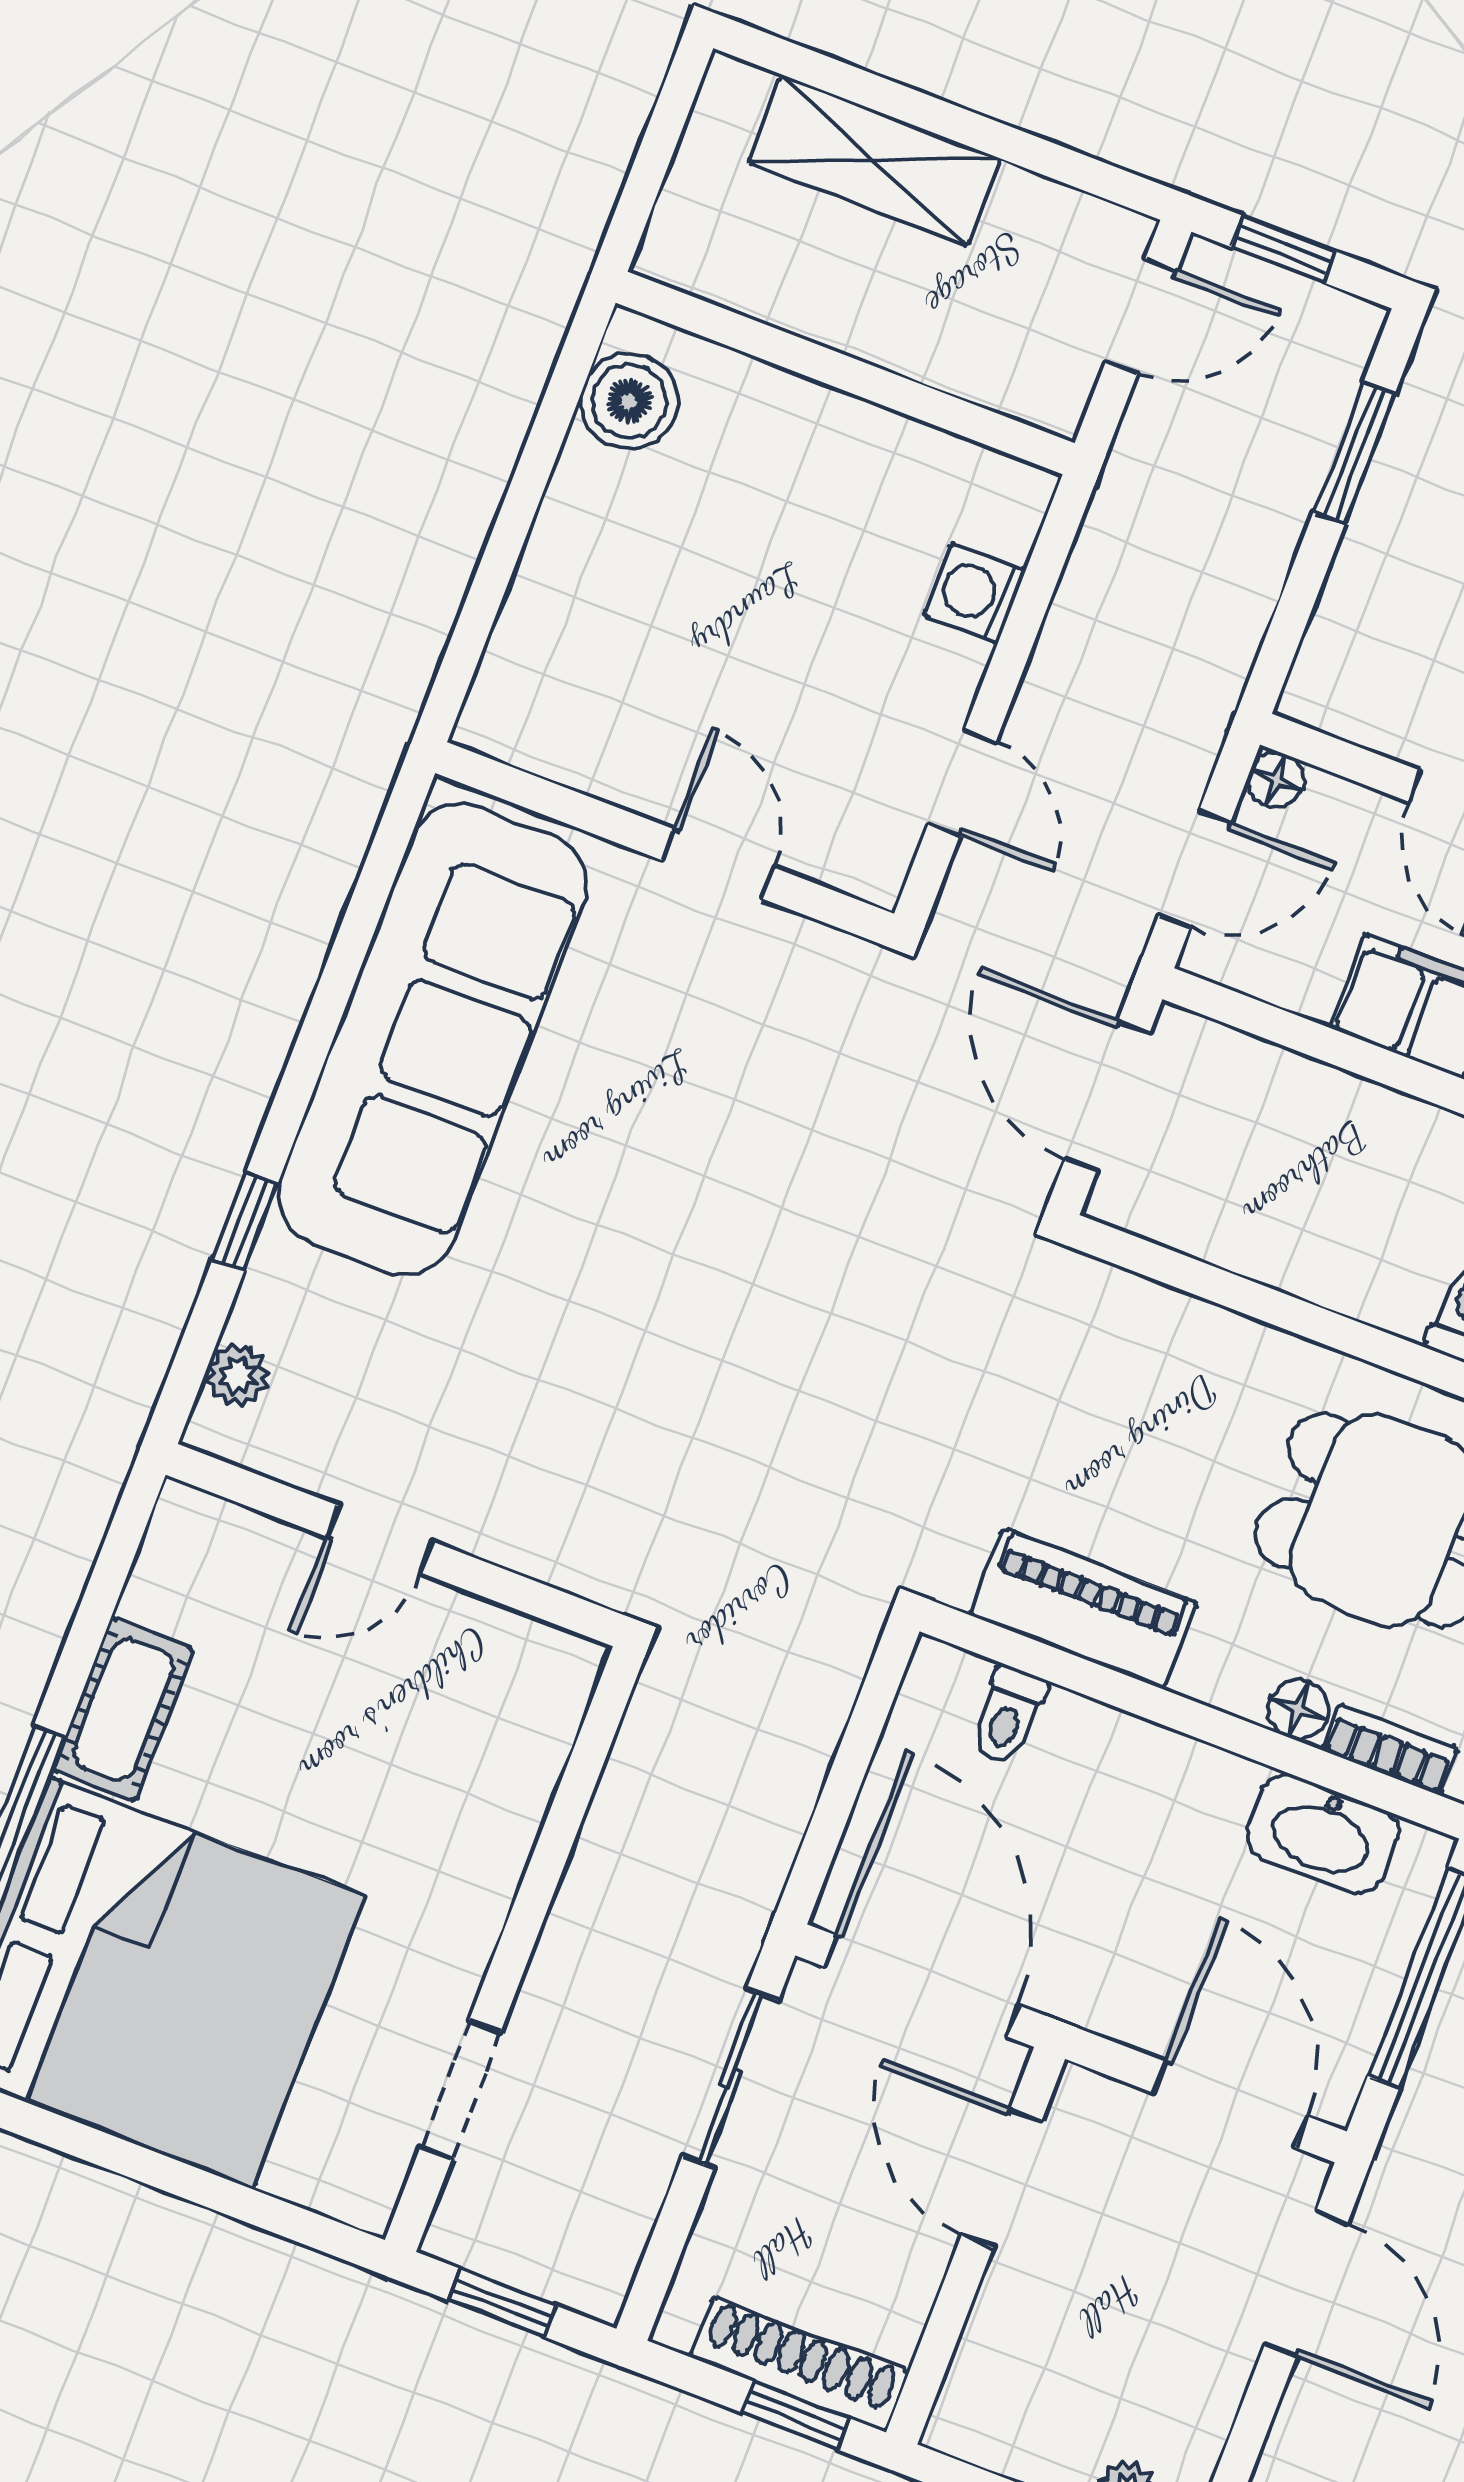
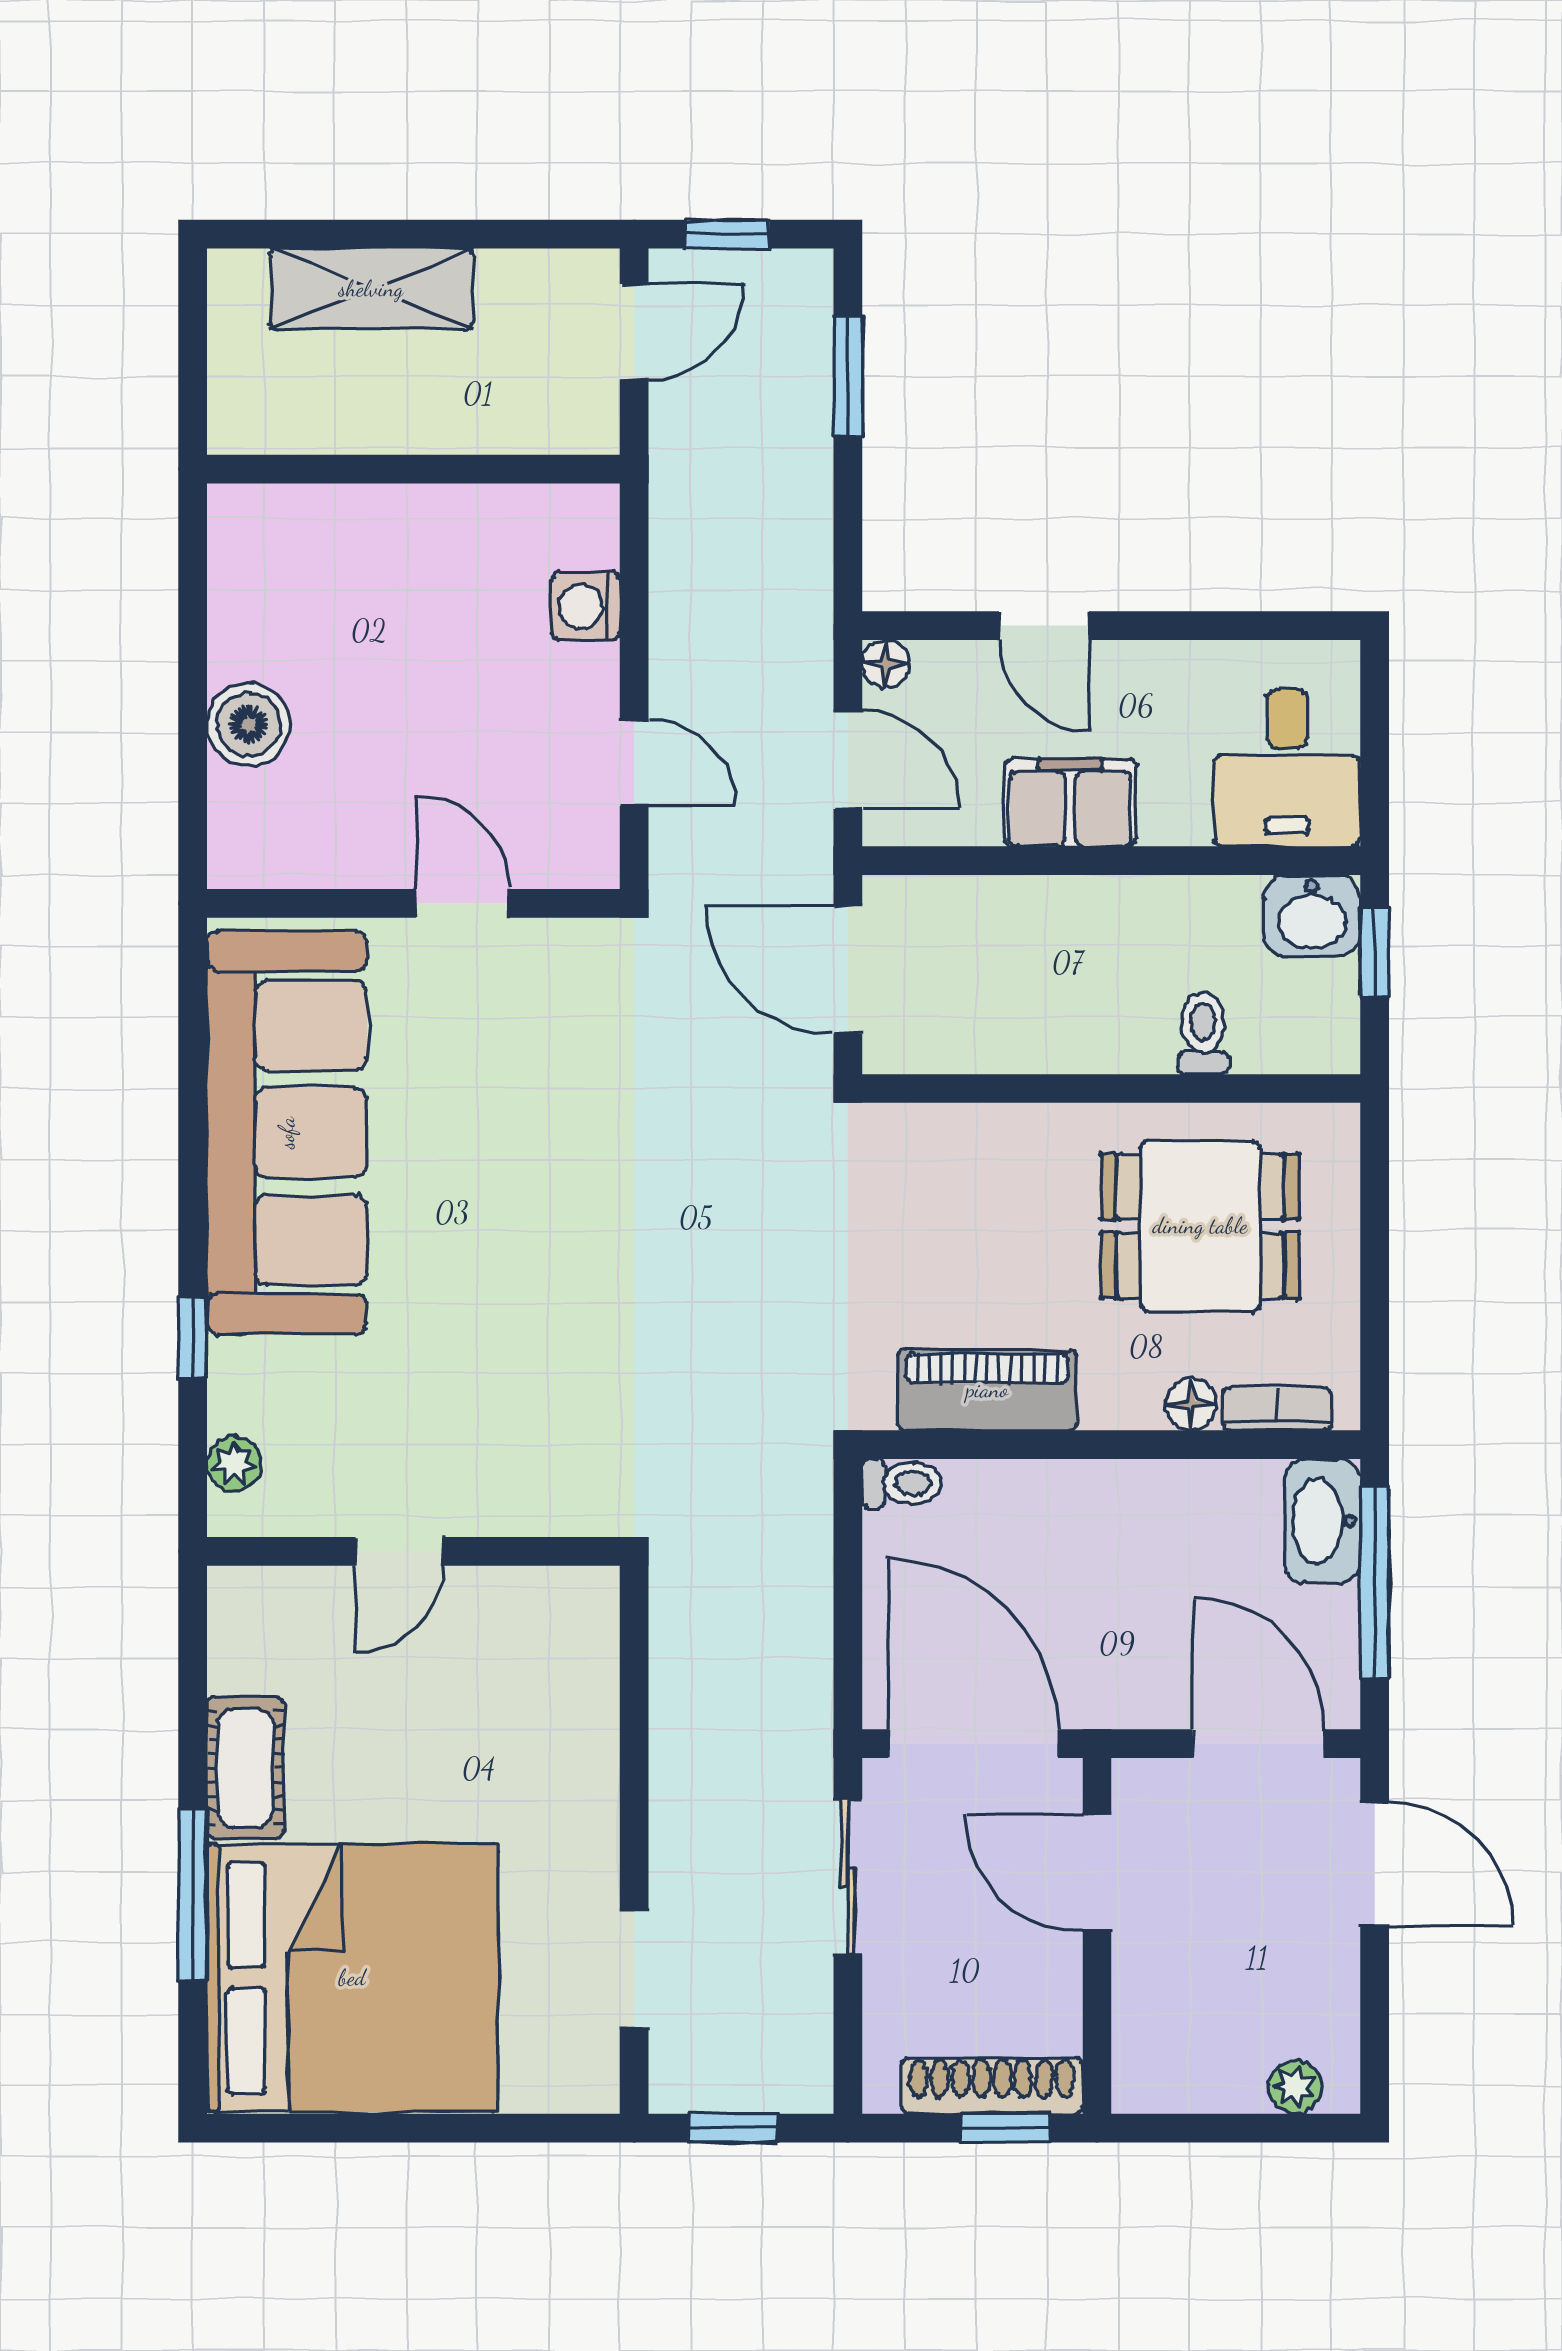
boiler: (630, 401) -> (249, 724), moved
door: (1194, 869) -> (848, 760), hinge flipped
toilet: (1008, 1715) -> (902, 1483), moved, turned -90
washbasin: (1323, 1833) -> (1322, 1521), moved, turned 90

